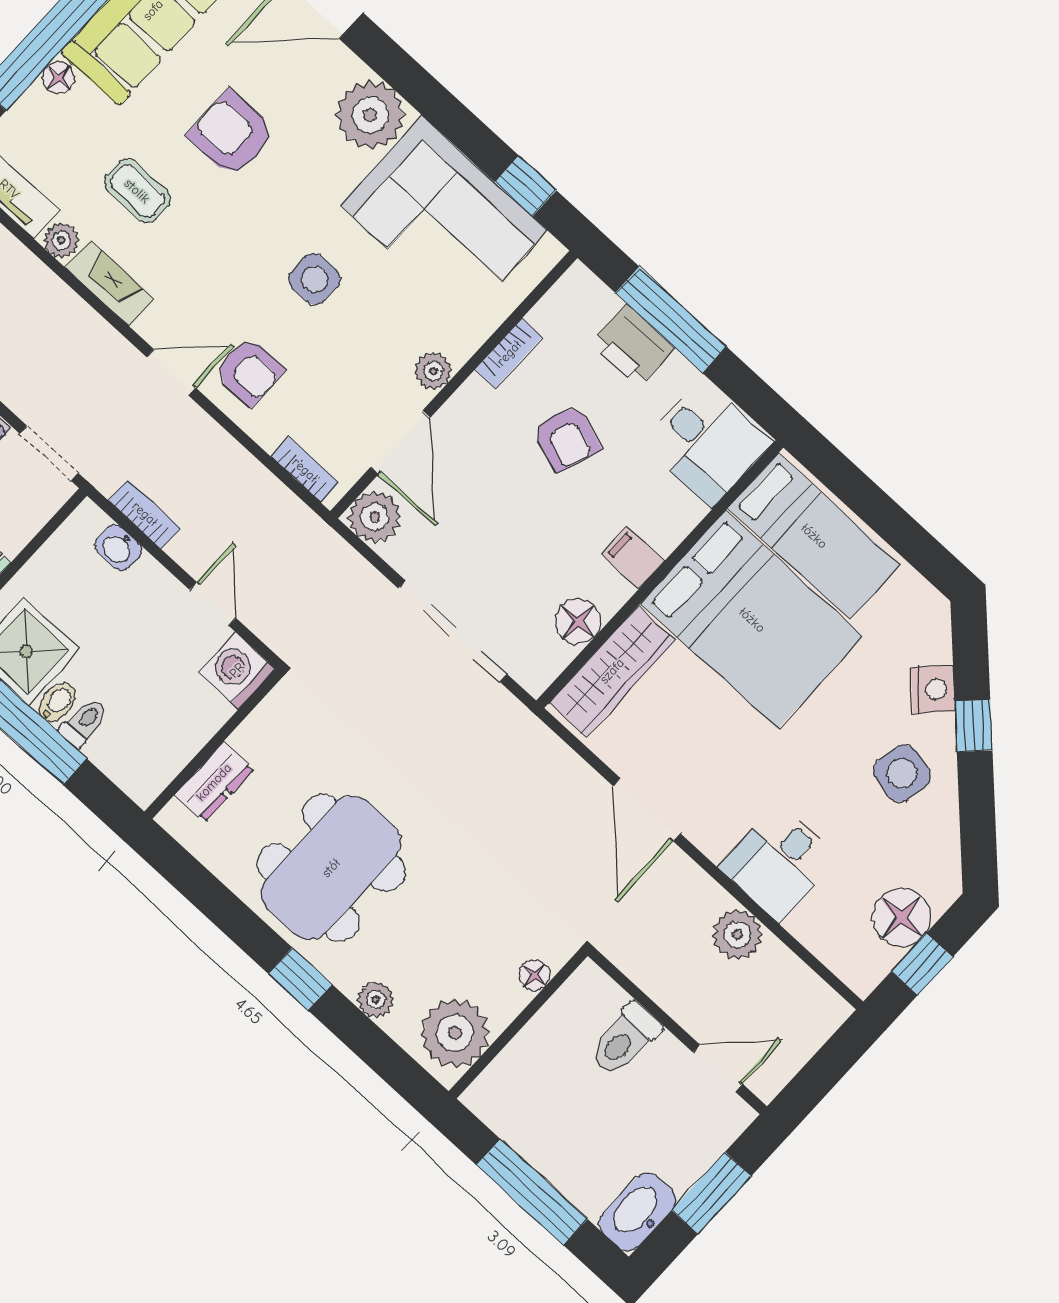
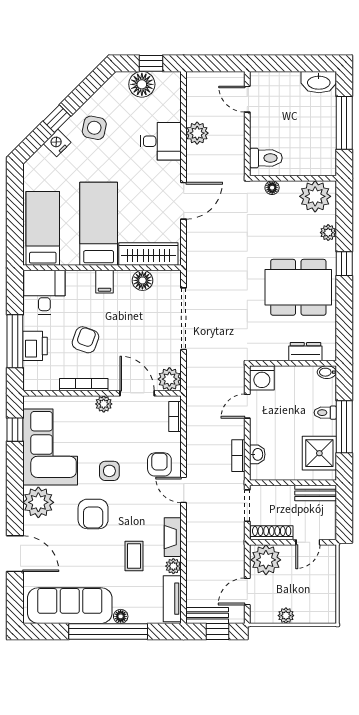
armchair: (232, 134) -> (93, 514), moved
bookcase: (509, 353) -> (84, 385), width x1.56
door: (400, 442) -> (137, 393), hinge flipped
bed: (752, 620) -> (99, 224), width x0.67
bidet: (57, 703) -> (327, 372), moved
toilet: (625, 1040) -> (266, 158), moved
window: (712, 1193) -> (290, 63), removed

